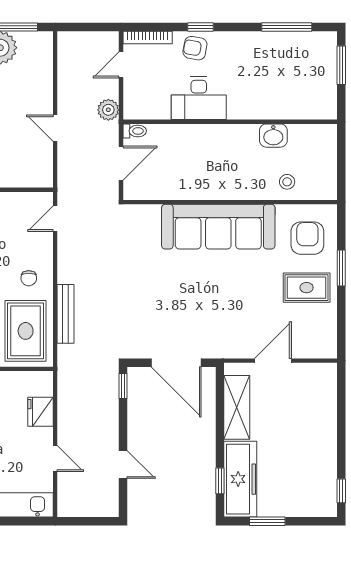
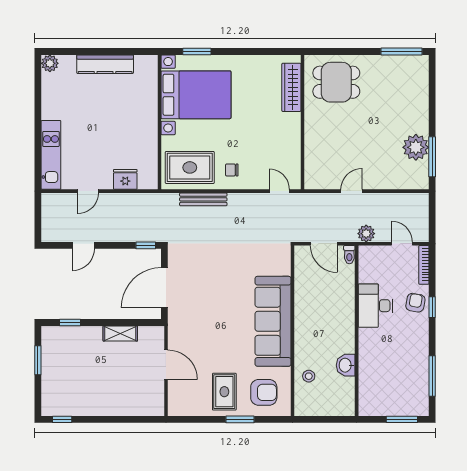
shelving: (237, 407) -> (120, 333), width x0.67, depth x0.75
freezer: (240, 479) -> (72, 339), removed

